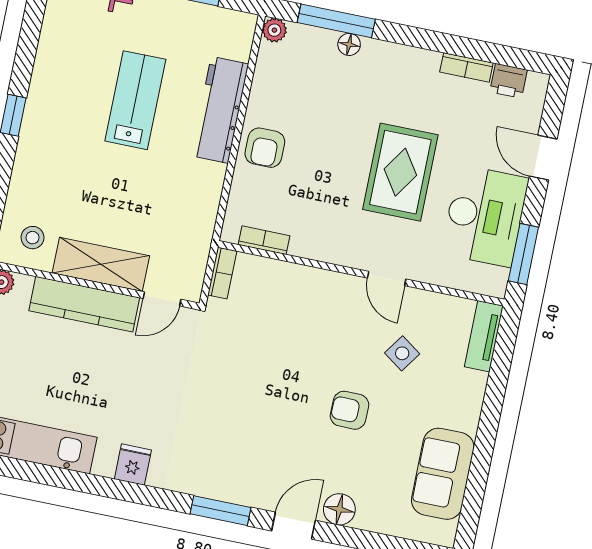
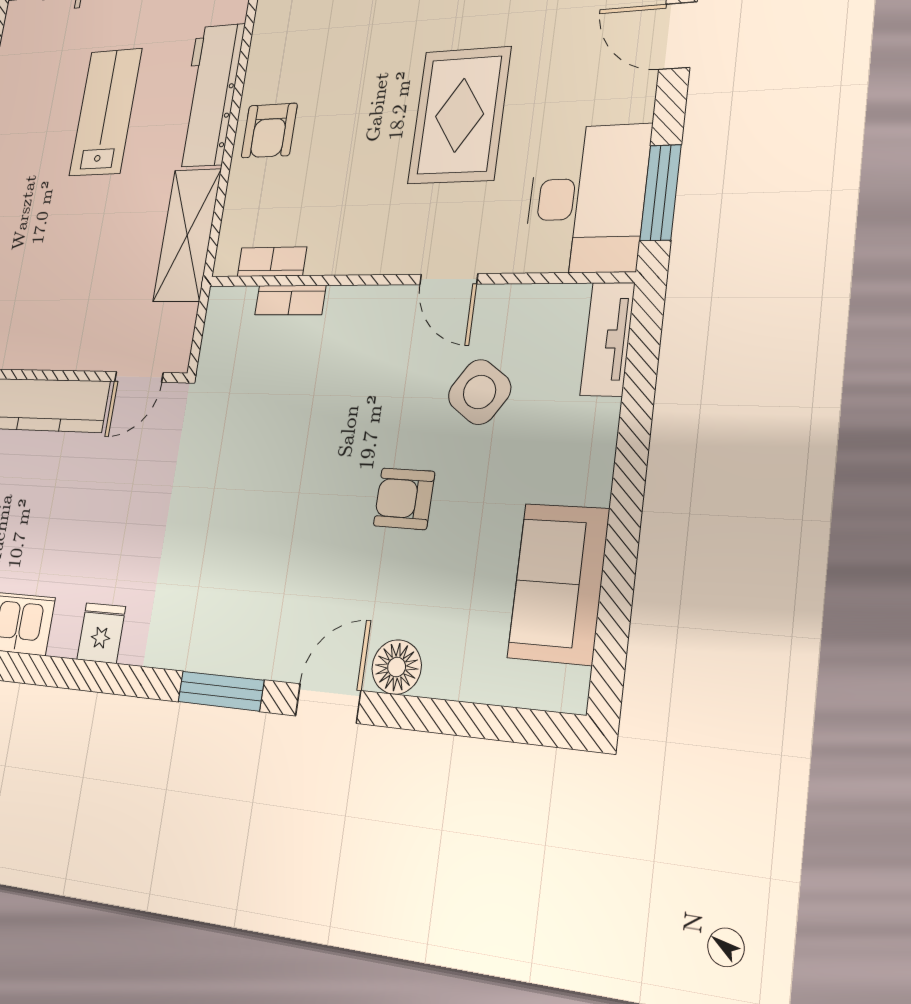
desk: (485, 216) -> (587, 199), moved
shelving: (101, 264) -> (187, 235), moved, turned 90
bookcase: (222, 273) -> (290, 300), moved, turned 90
side table: (402, 353) -> (480, 392), width x1.37, depth x1.37

